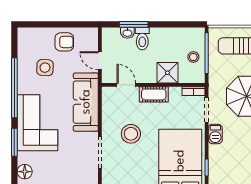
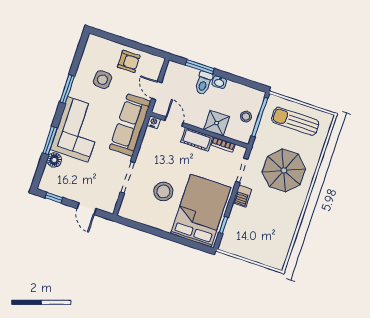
washbasin: (127, 33) -> (219, 82), moved
window: (14, 88) -> (67, 89), width x0.47
bookcase: (193, 91) -> (223, 145), moved
nightstand: (107, 92) -> (154, 122), added
stool: (131, 134) -> (163, 191), moved
floor lamp: (25, 172) -> (54, 160), moved

